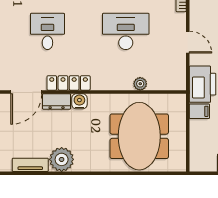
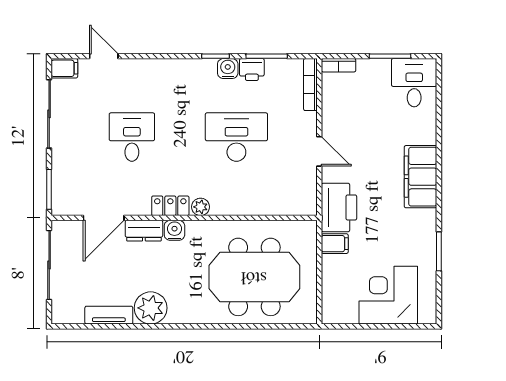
locker: (69, 83) -> (170, 206), width x0.66
plant: (140, 84) -> (201, 207), moved
meeting table: (139, 136) -> (254, 277), turned 90

